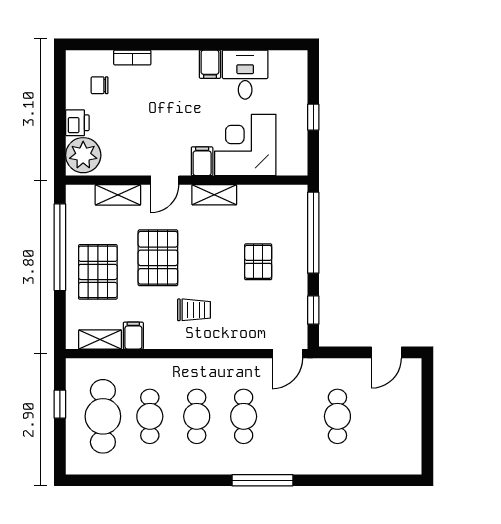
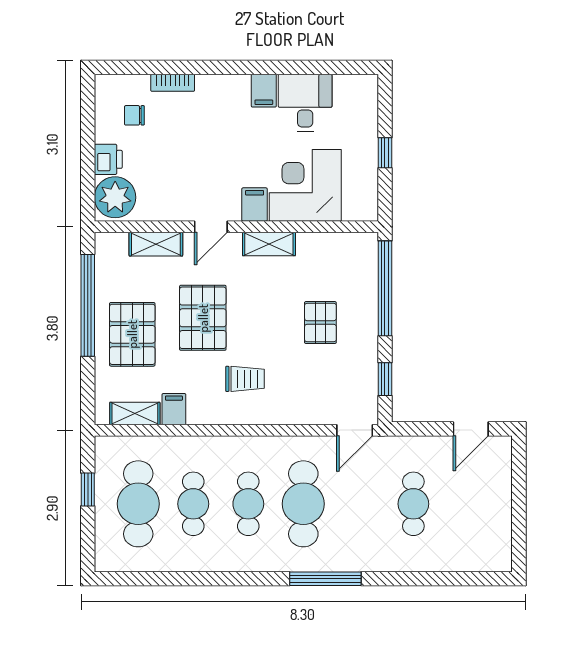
cafe table: (244, 416) -> (303, 504), width x1.37, depth x1.35

